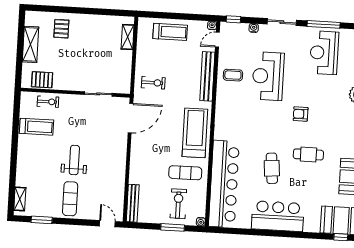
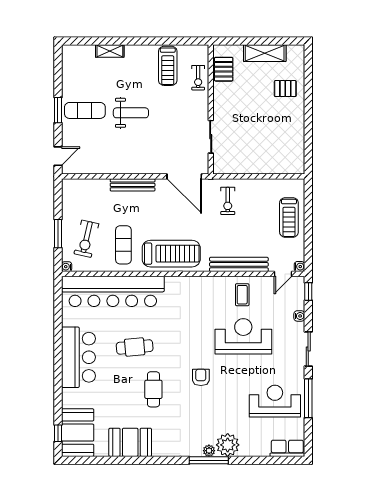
shelving: (128, 37) -> (280, 167), removed
door: (217, 40) -> (283, 274), swing flipped
shelving: (20, 199) -> (110, 51), moved
bench: (133, 203) -> (133, 185), moved
exercise bike: (178, 204) -> (86, 239), turned 103
window: (42, 220) -> (58, 110), moved

